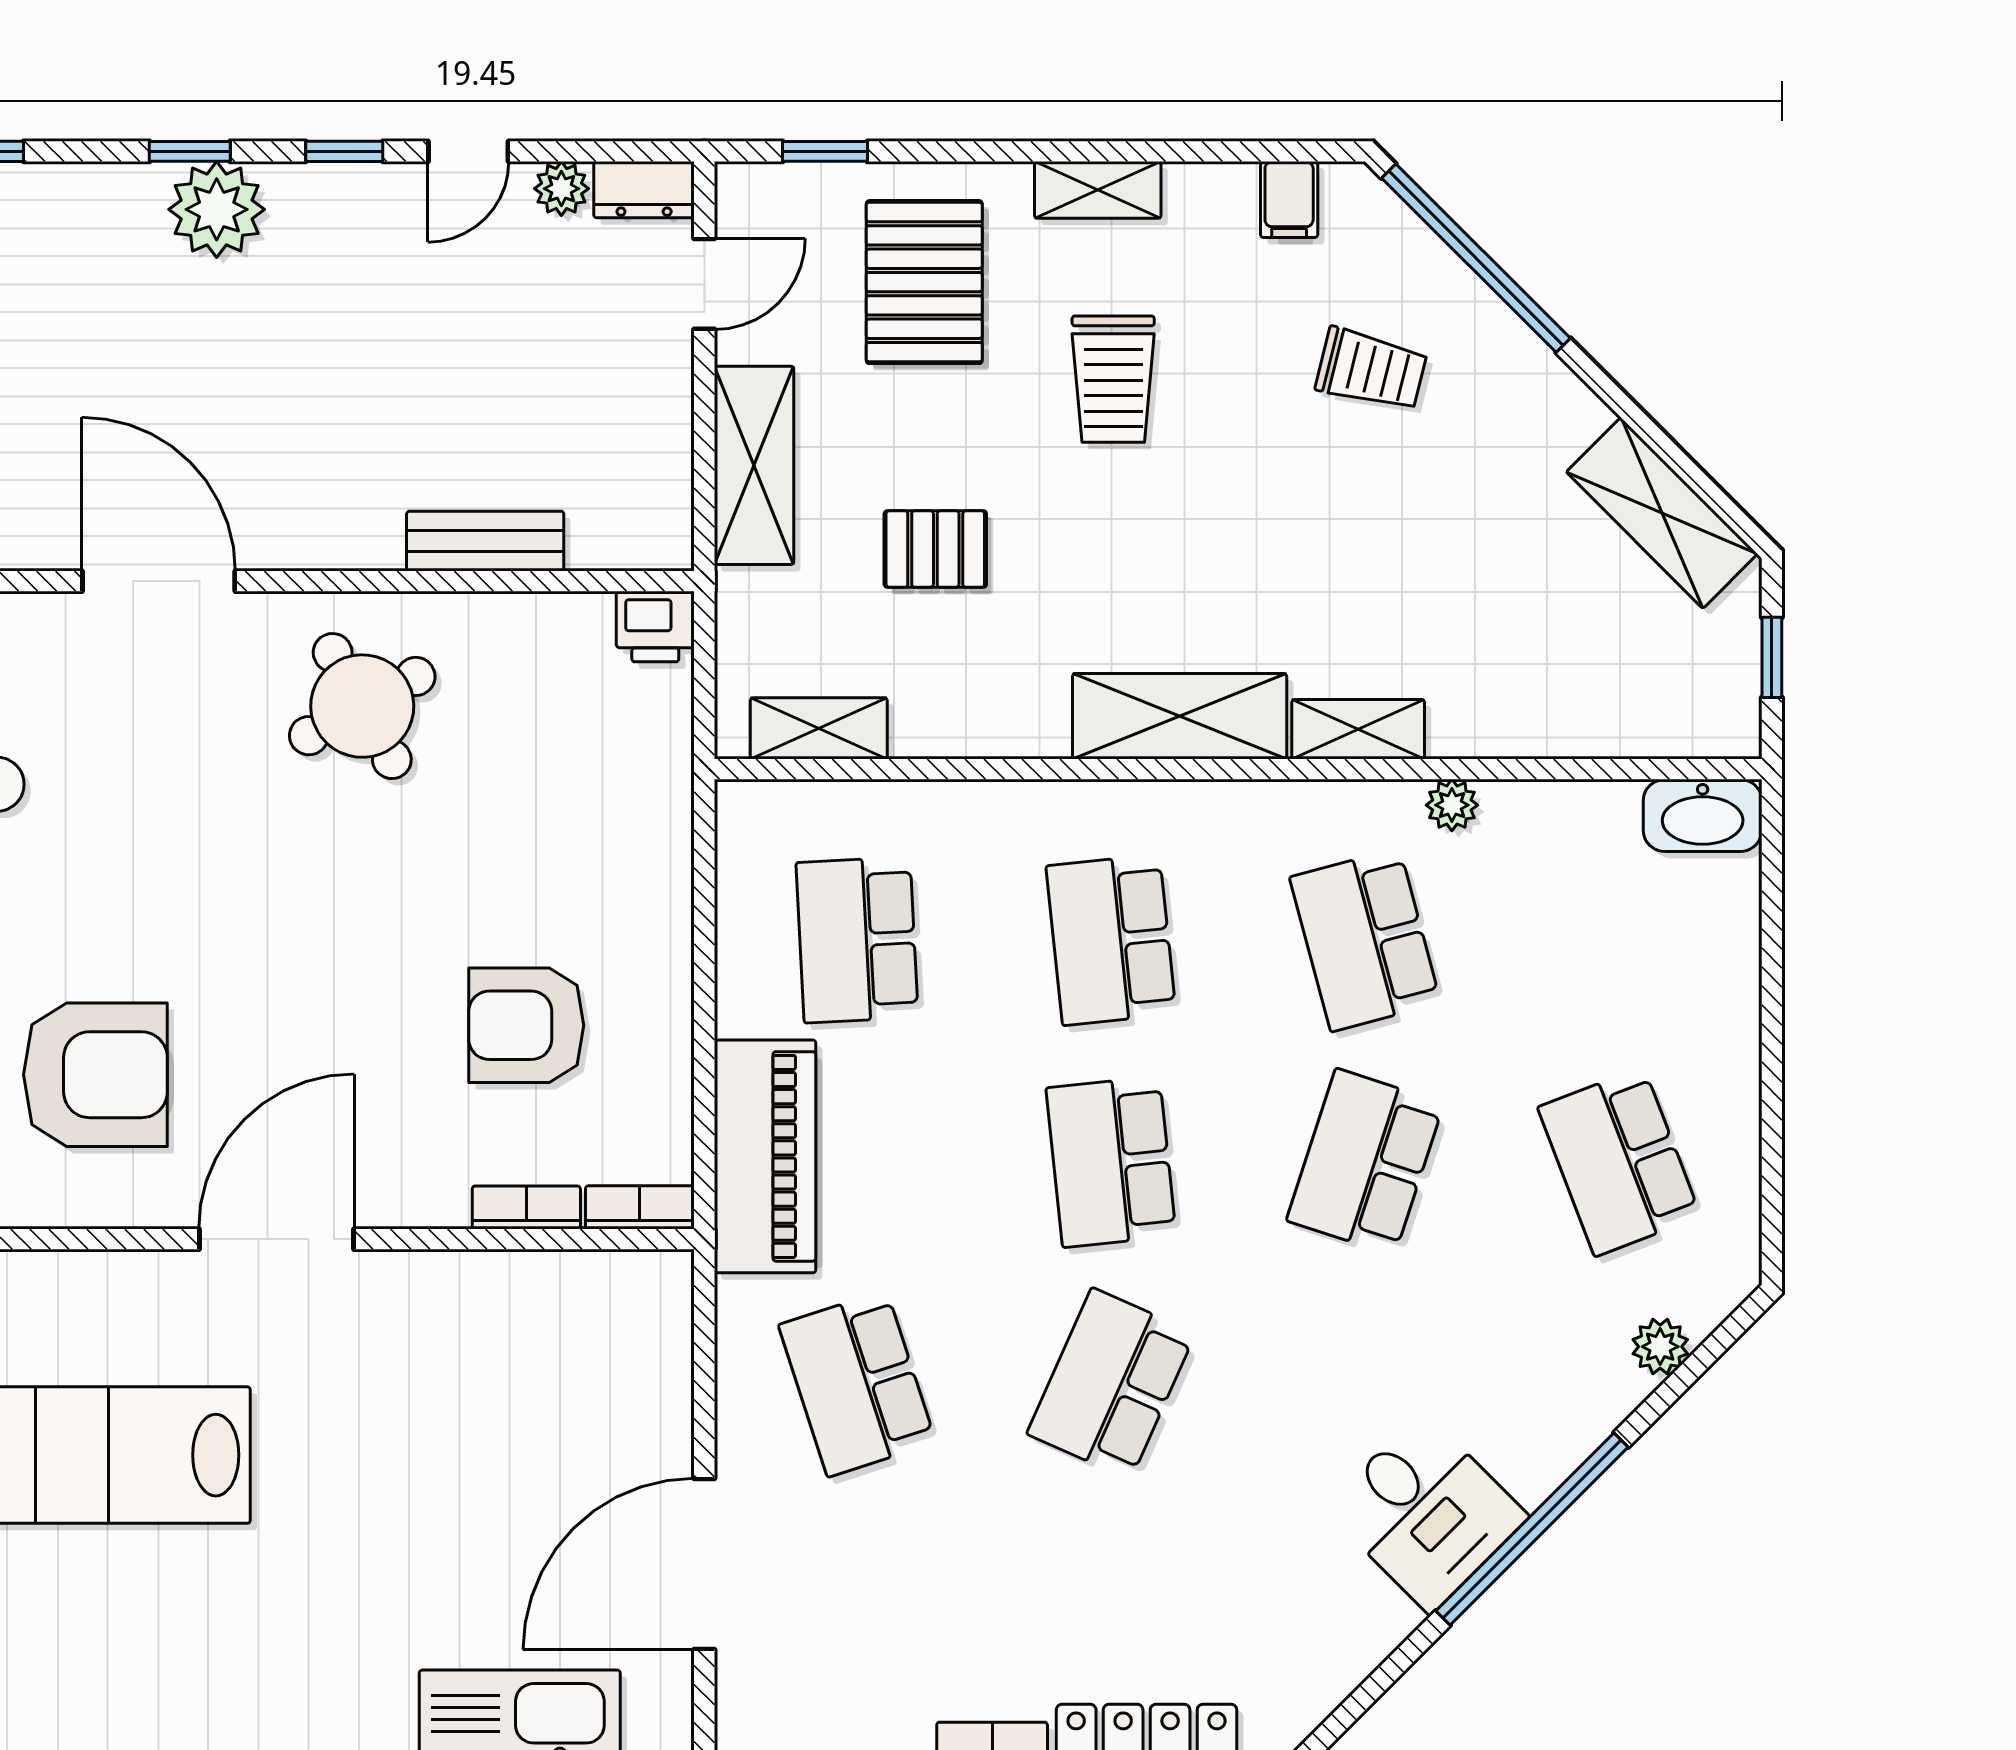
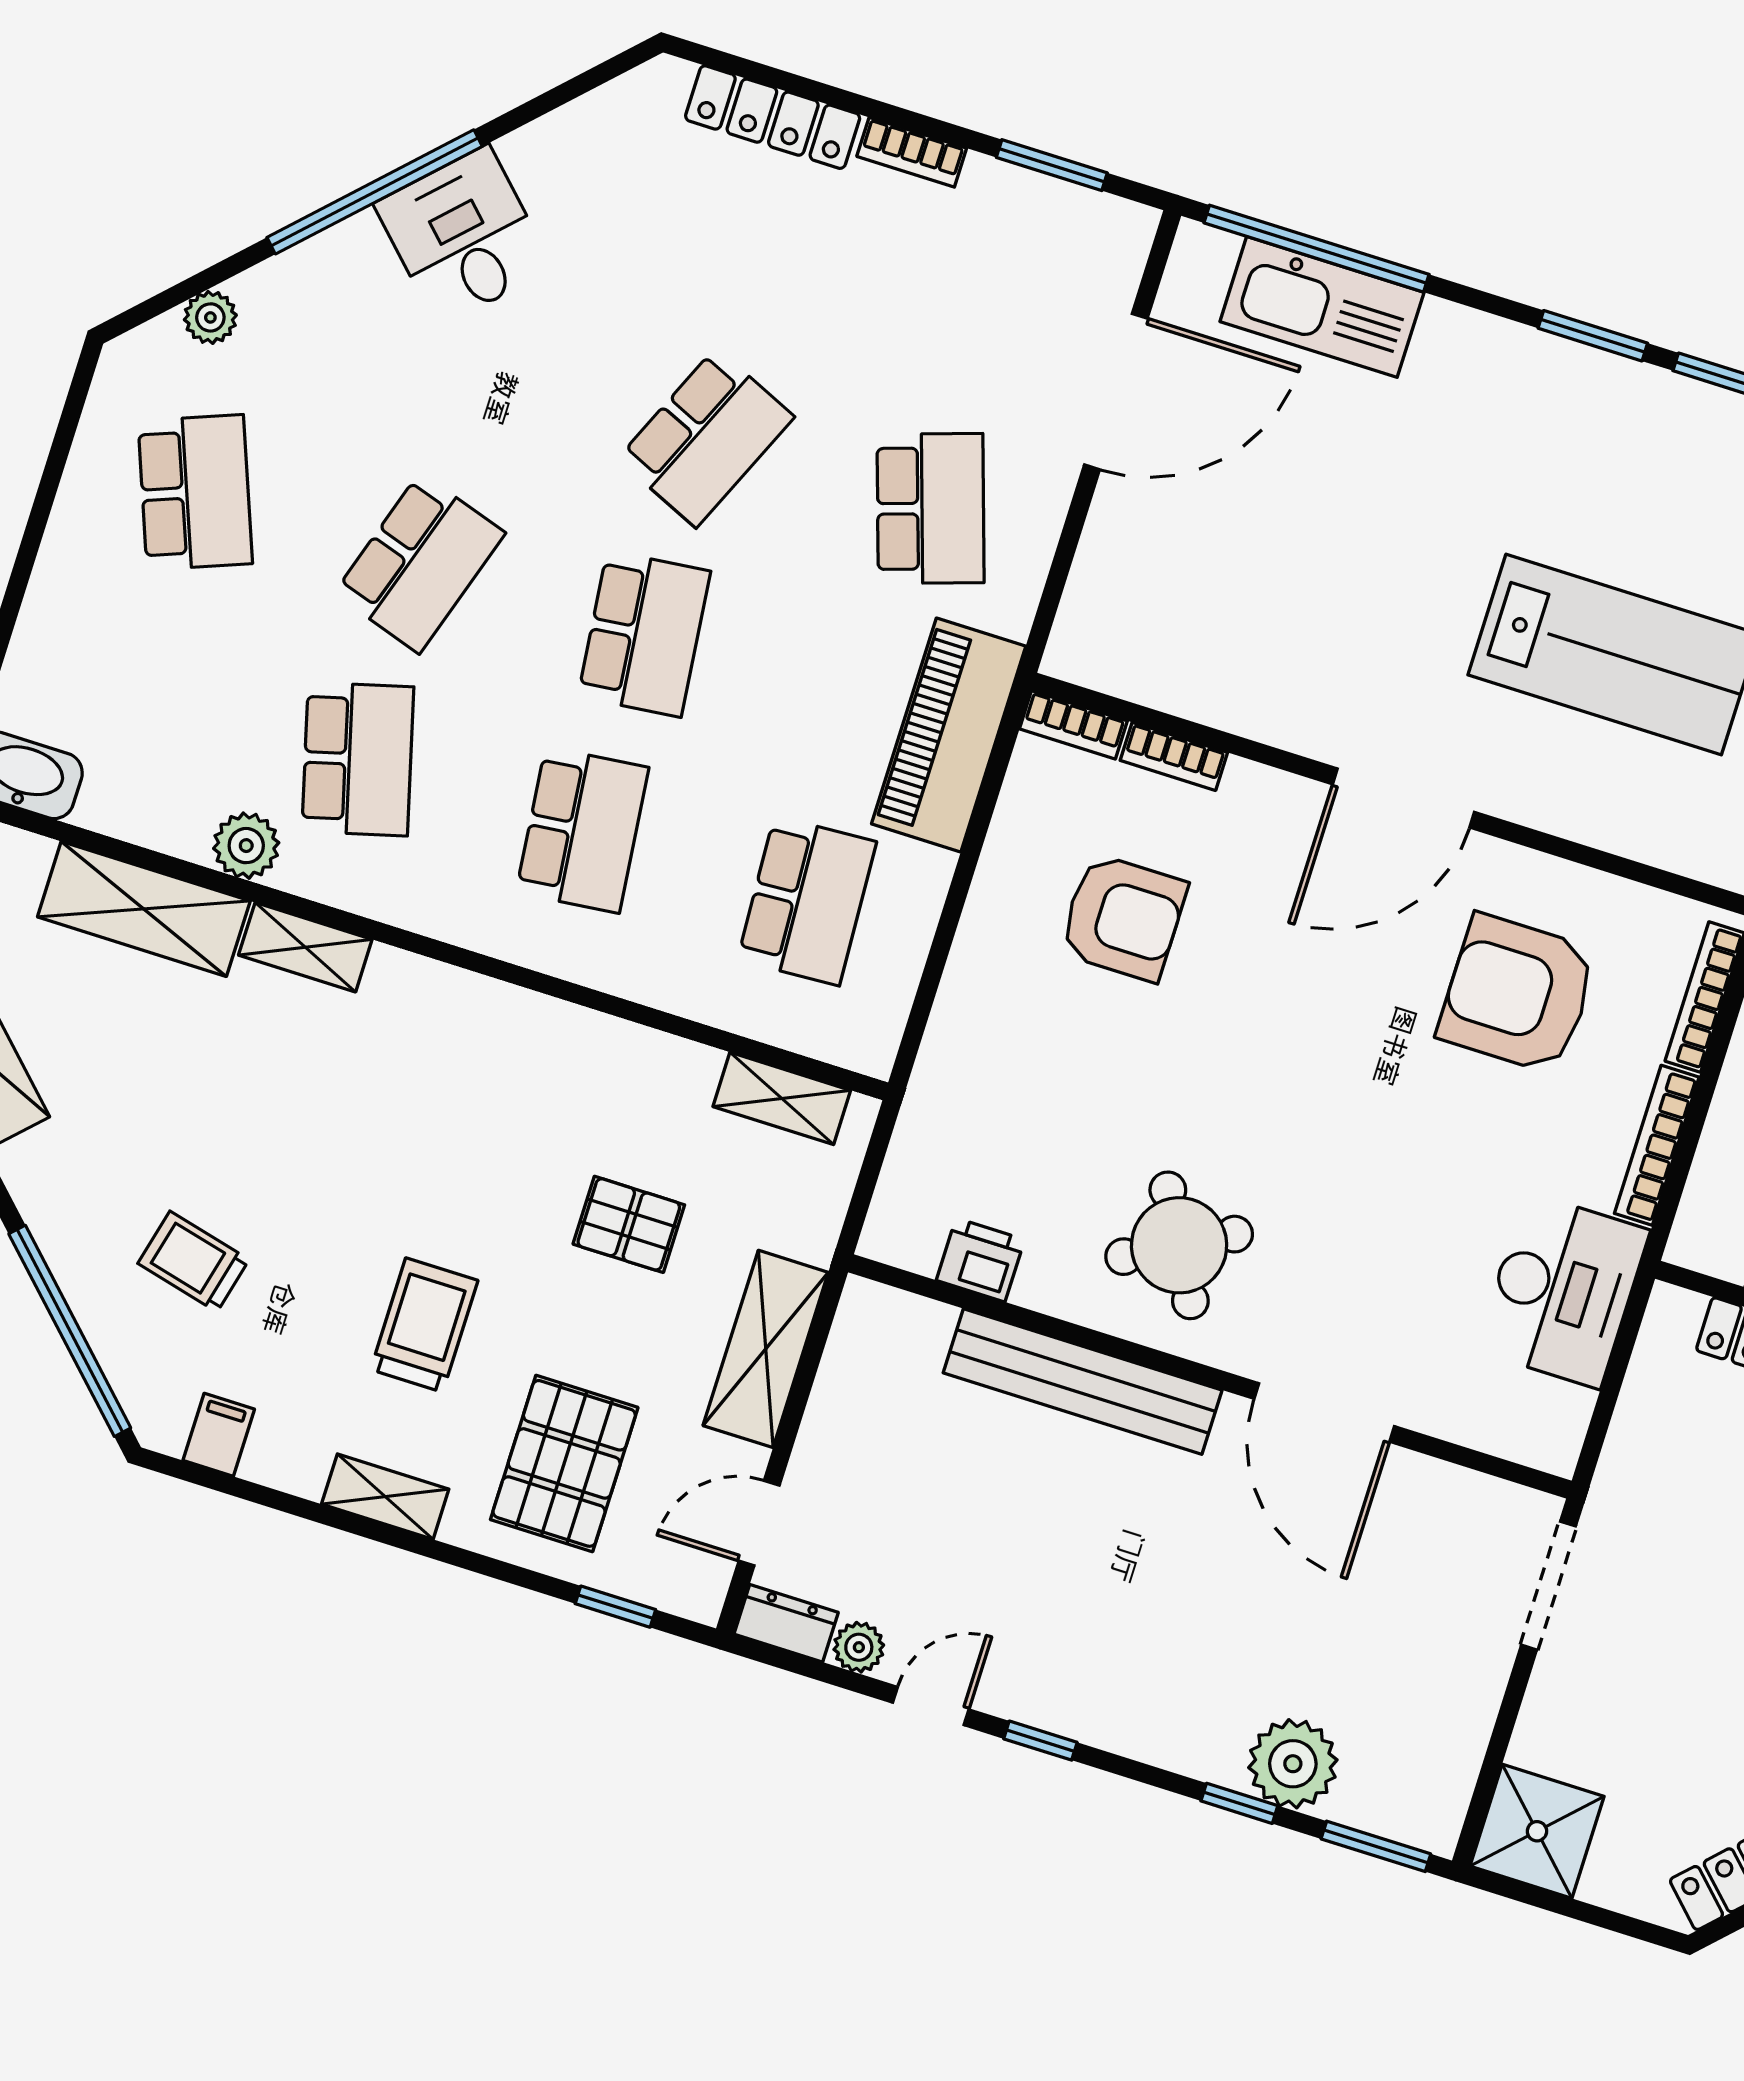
window: (190, 151) -> (1239, 1803), moved
plant: (217, 209) -> (1293, 1764), moved
bench: (485, 541) -> (1083, 1381), width x1.86, depth x1.21
printer: (655, 627) -> (980, 1260), moved
shelving: (1180, 716) -> (144, 909), moved
plant: (1452, 805) -> (246, 846), width x1.38, depth x1.38

